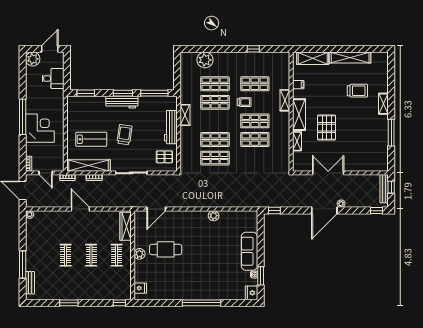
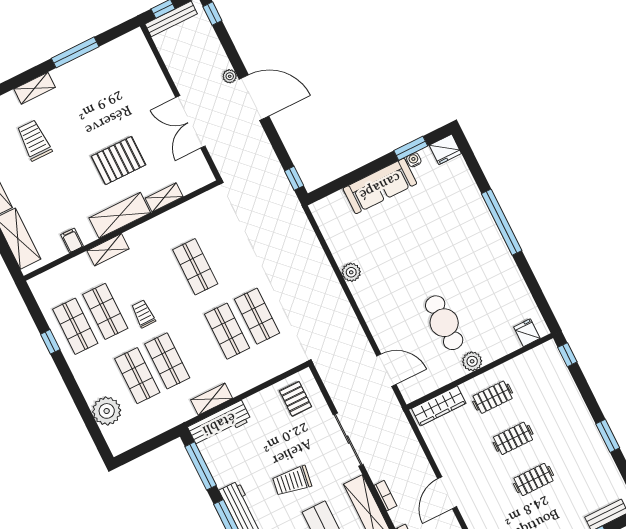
shop shelf: (255, 121) -> (75, 326), moved
workbench: (171, 127) -> (219, 424), moved

